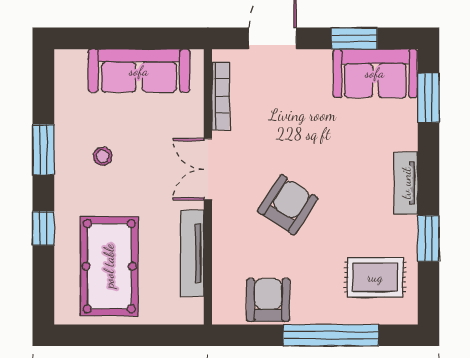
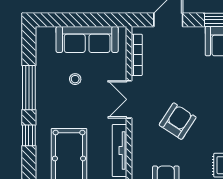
window: (43, 150) -> (29, 88), width x1.44
stool: (103, 156) -> (75, 79), moved

